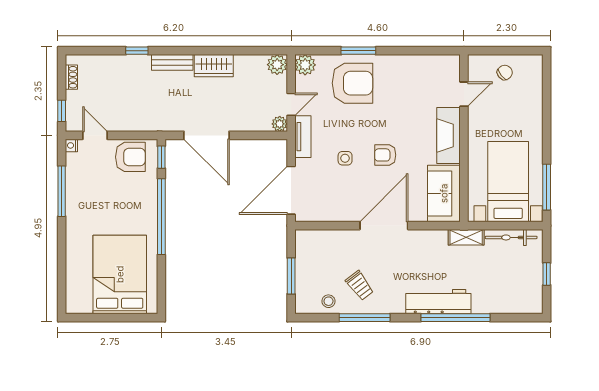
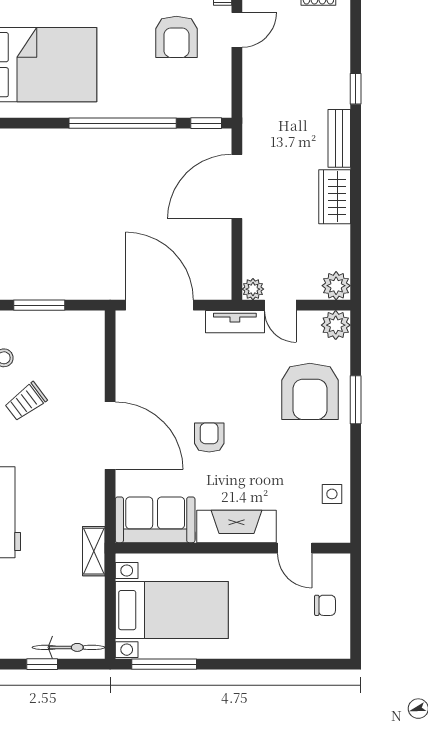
chair: (505, 72) -> (325, 605), turned -51
armchair: (130, 157) -> (176, 37), moved
side table: (345, 158) -> (332, 494), moved
bicycle: (511, 237) -> (69, 647), moved, turned 90

